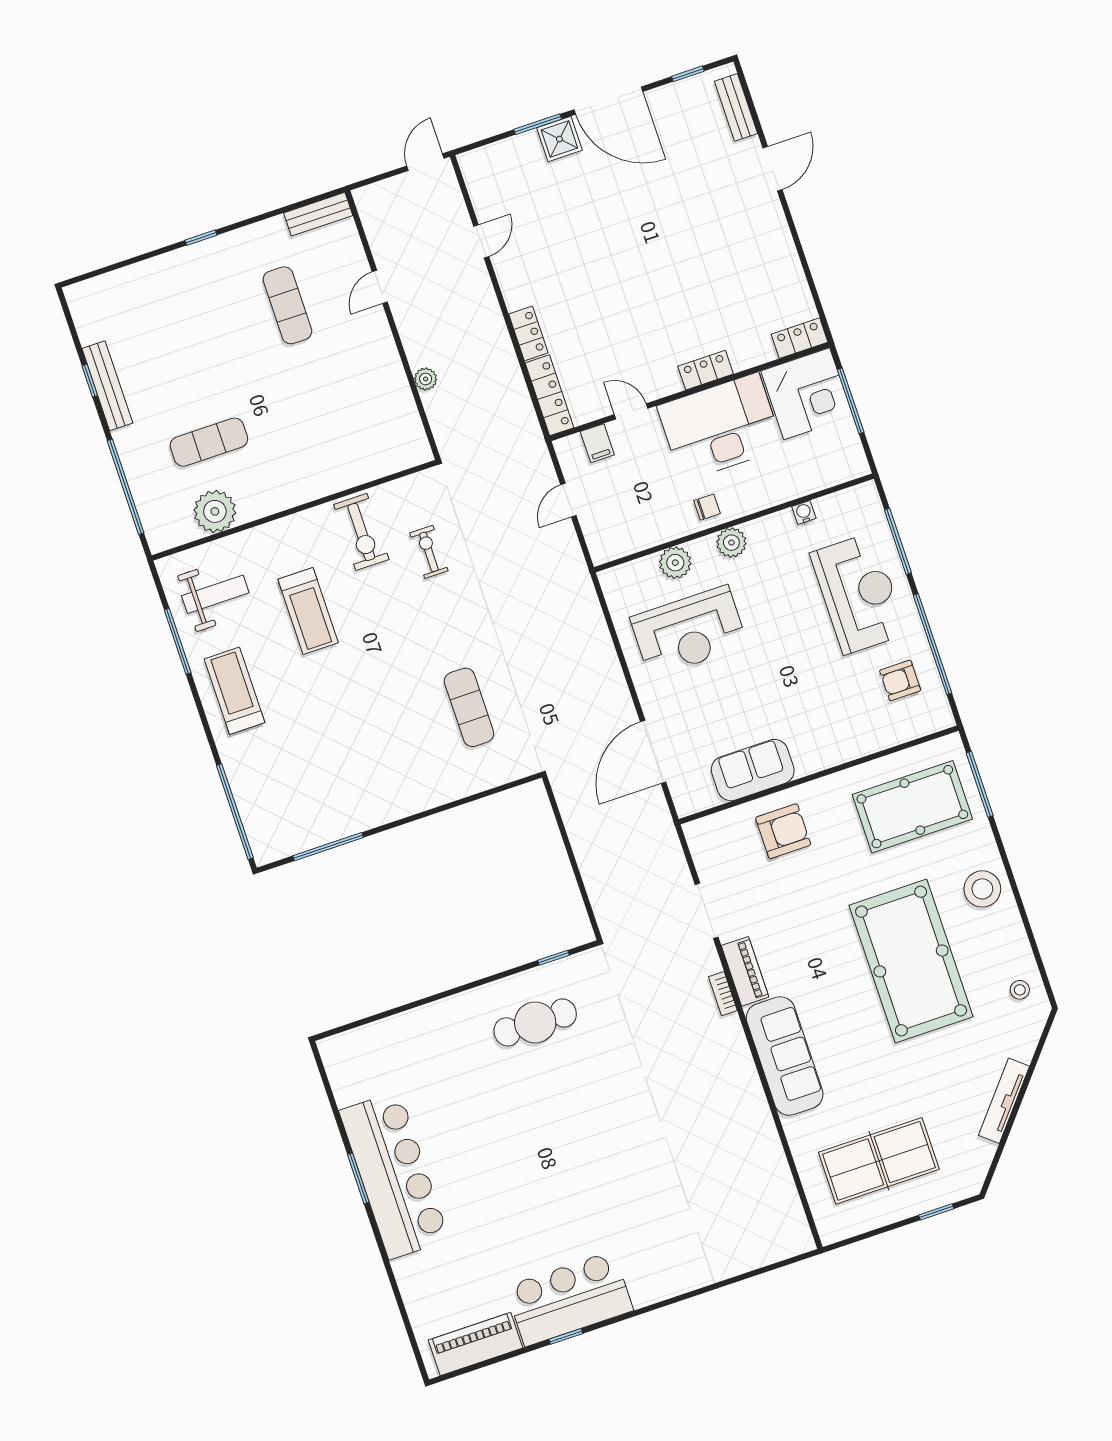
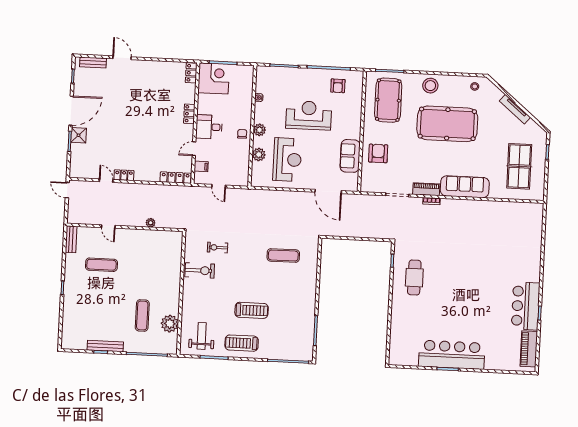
locker: (528, 333) -> (124, 175), moved
desk: (720, 427) -> (209, 127), width x0.53, depth x0.77
reception desk: (858, 593) -> (309, 115), moved
treadmill: (308, 611) -> (252, 310), moved

